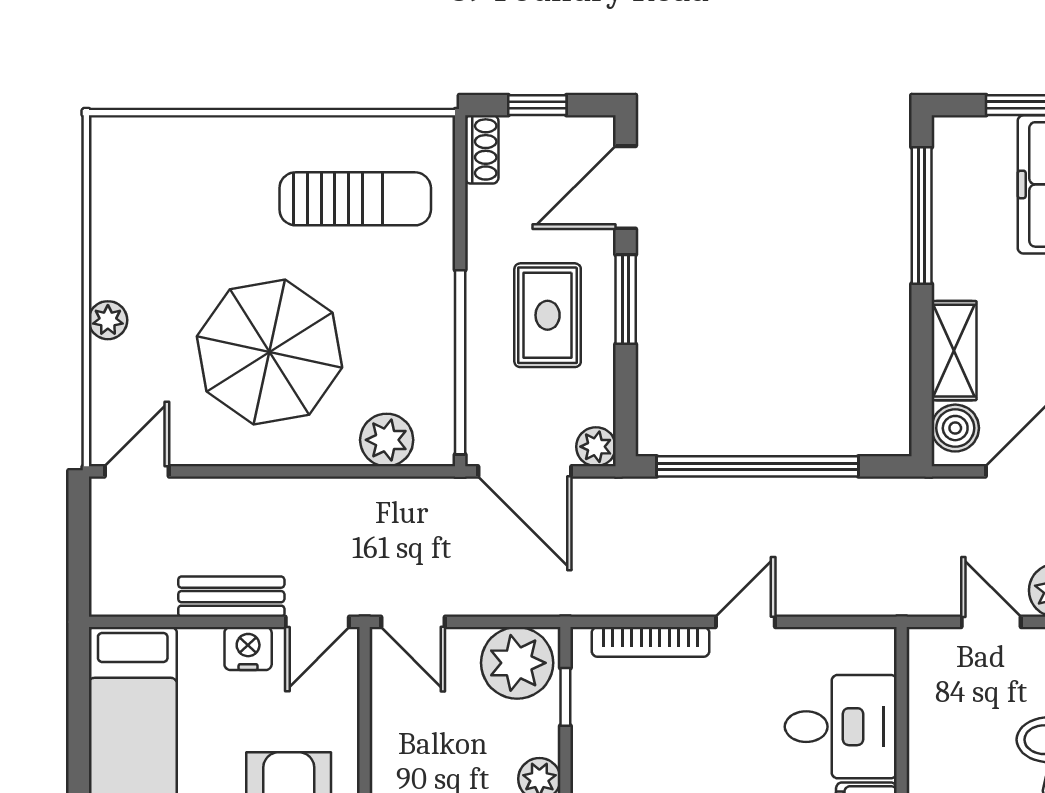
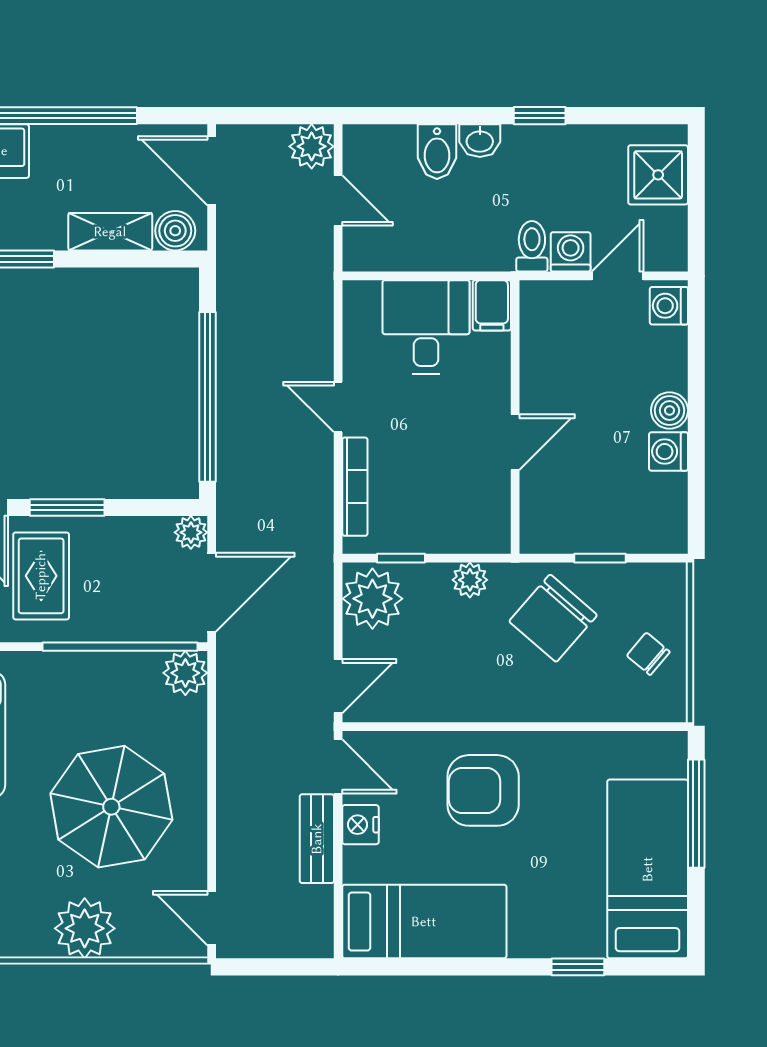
rug: (548, 315) -> (41, 576), moved, turned 90
plant: (108, 320) -> (85, 928), width x1.88, depth x1.88
plant: (387, 440) -> (185, 673), moved
door: (991, 622) -> (338, 201), swing flipped

